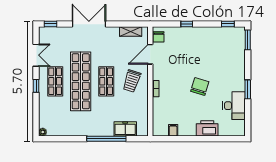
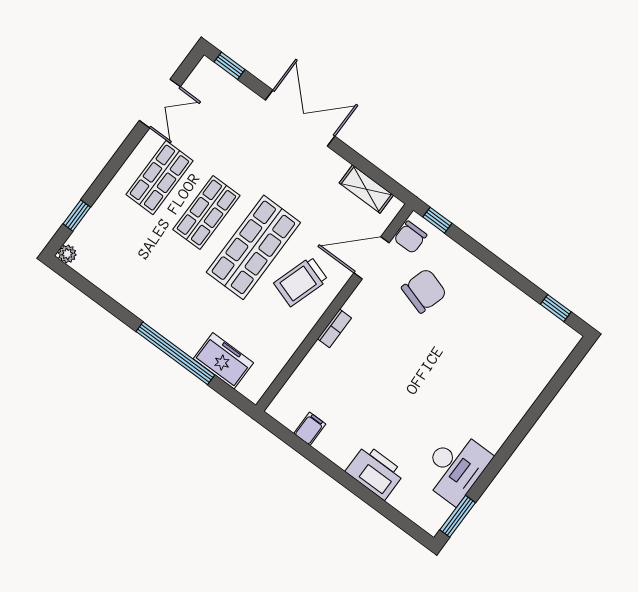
window: (187, 24) -> (437, 220), moved
window: (248, 40) -> (570, 365), removed
shop shelf: (81, 81) -> (206, 212), width x0.50, depth x0.74
shop shelf: (106, 81) -> (253, 247), width x1.43, depth x1.36
window: (36, 86) -> (77, 216), moved
chair: (200, 86) -> (424, 291), moved
window: (248, 89) -> (458, 516), moved

